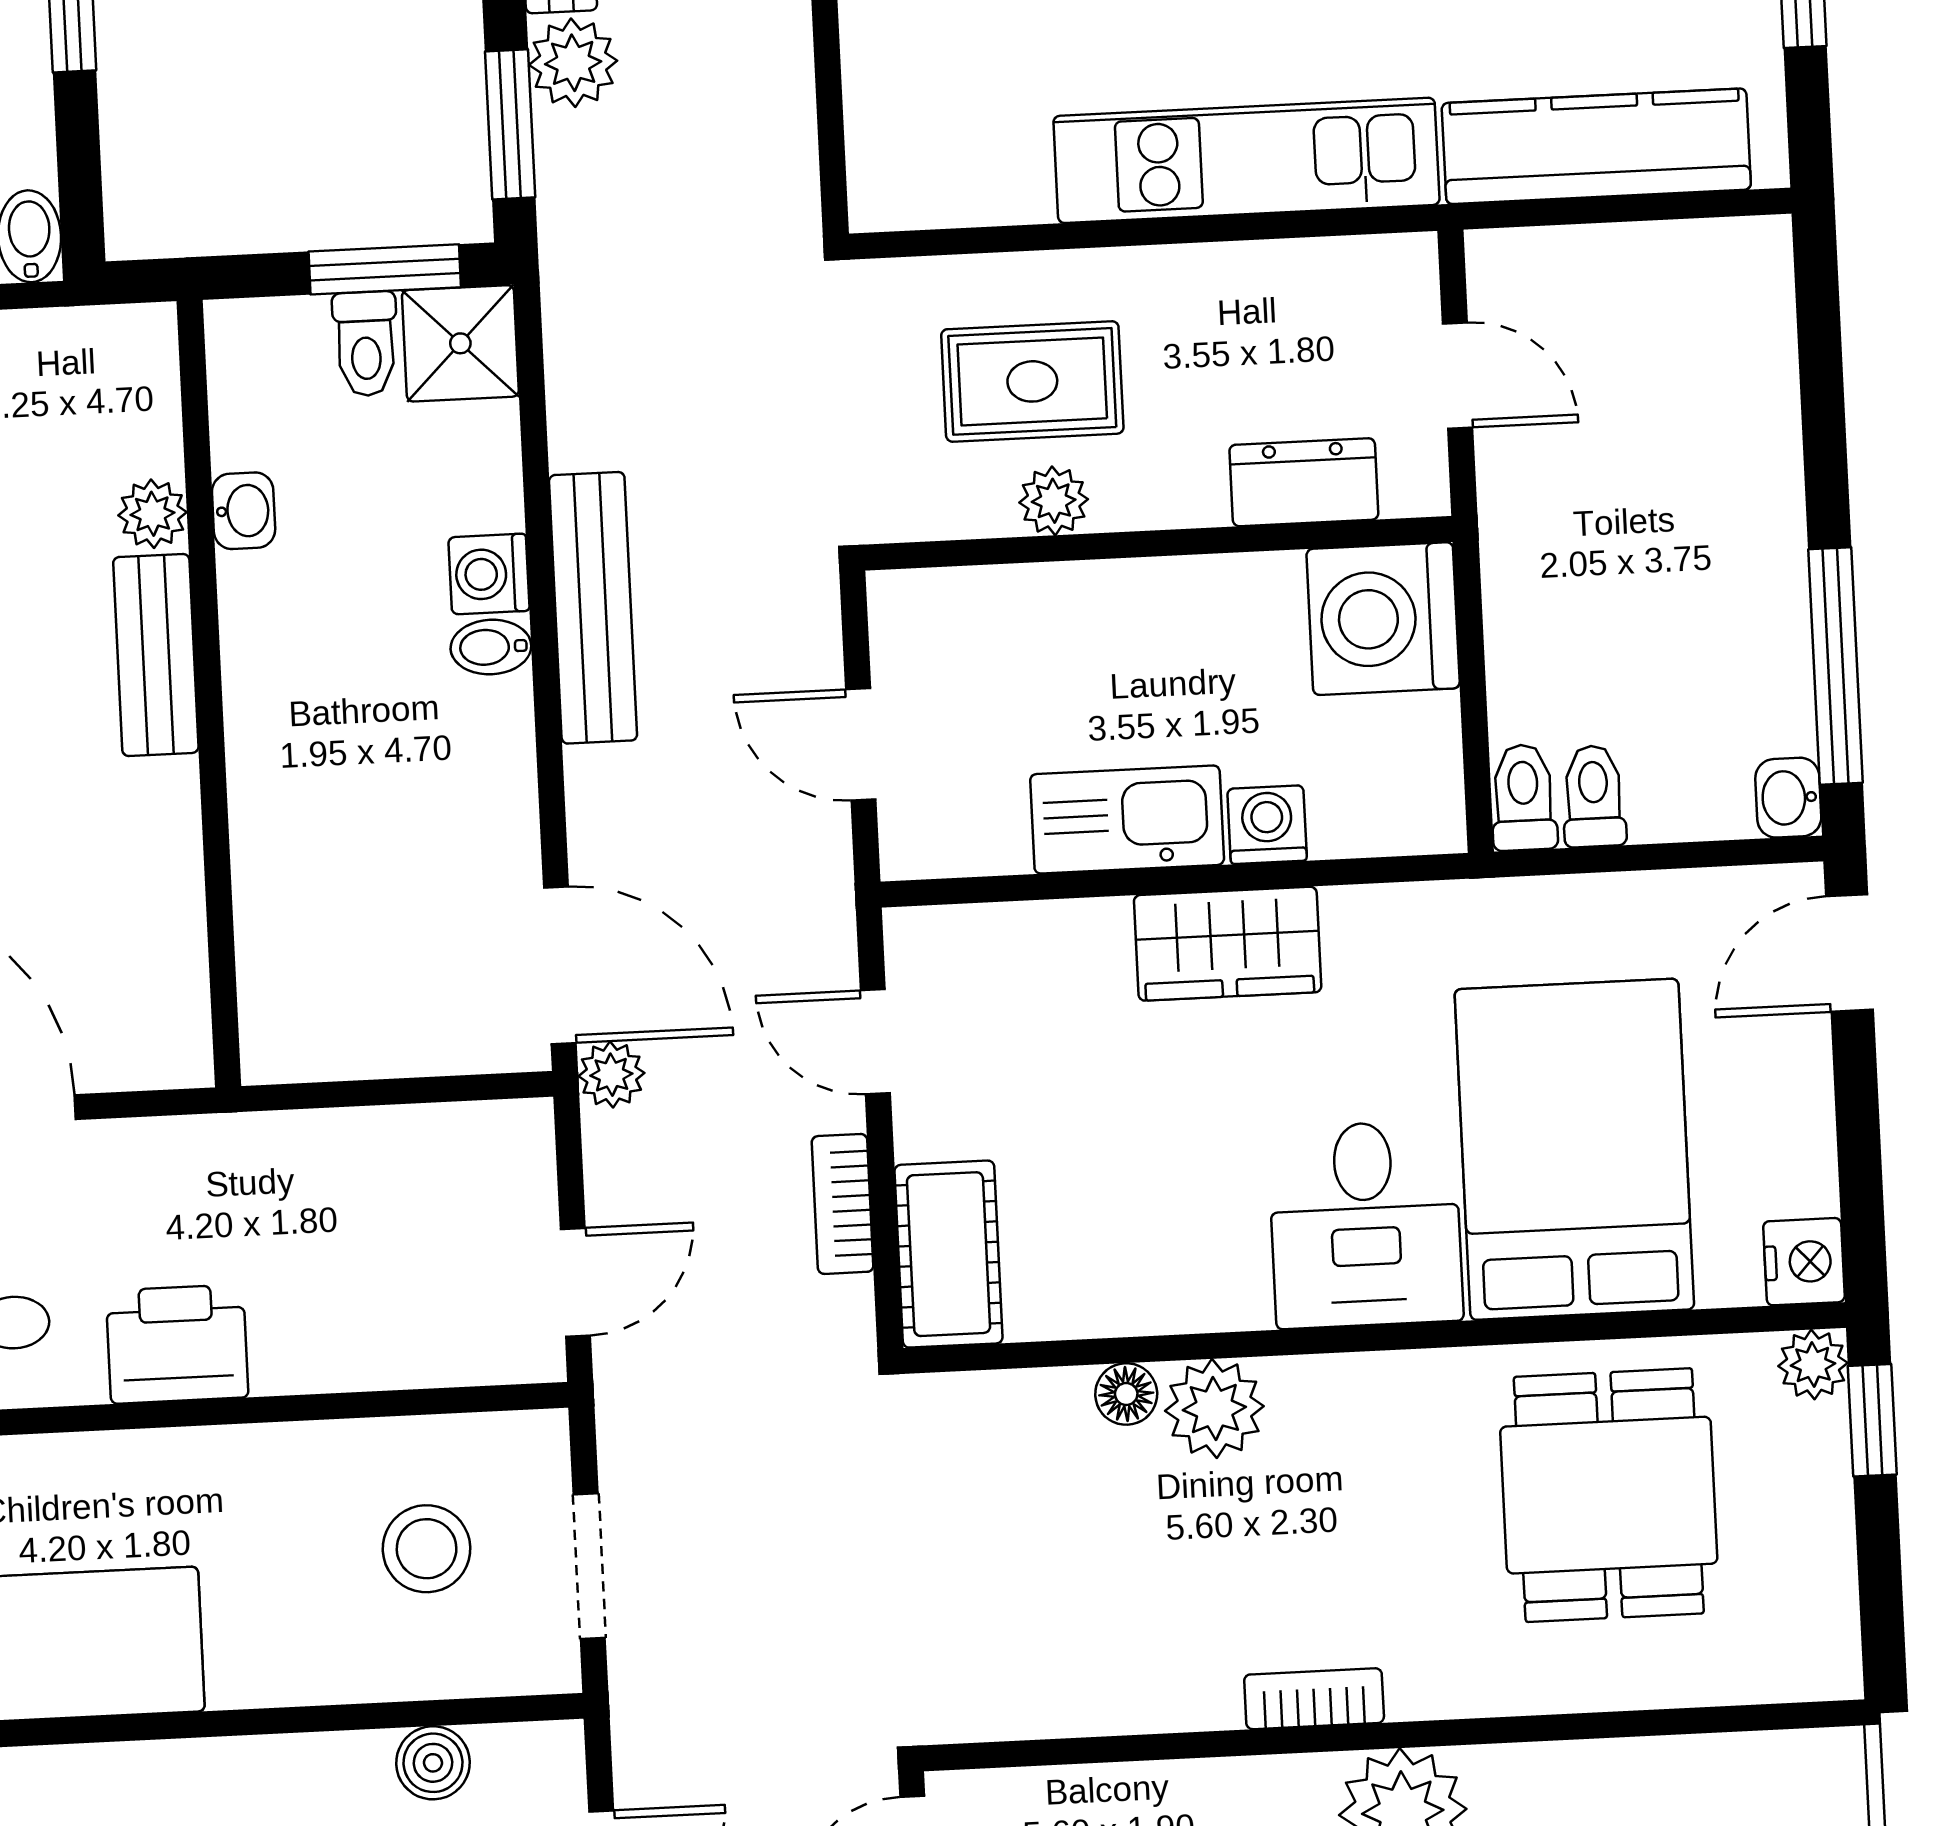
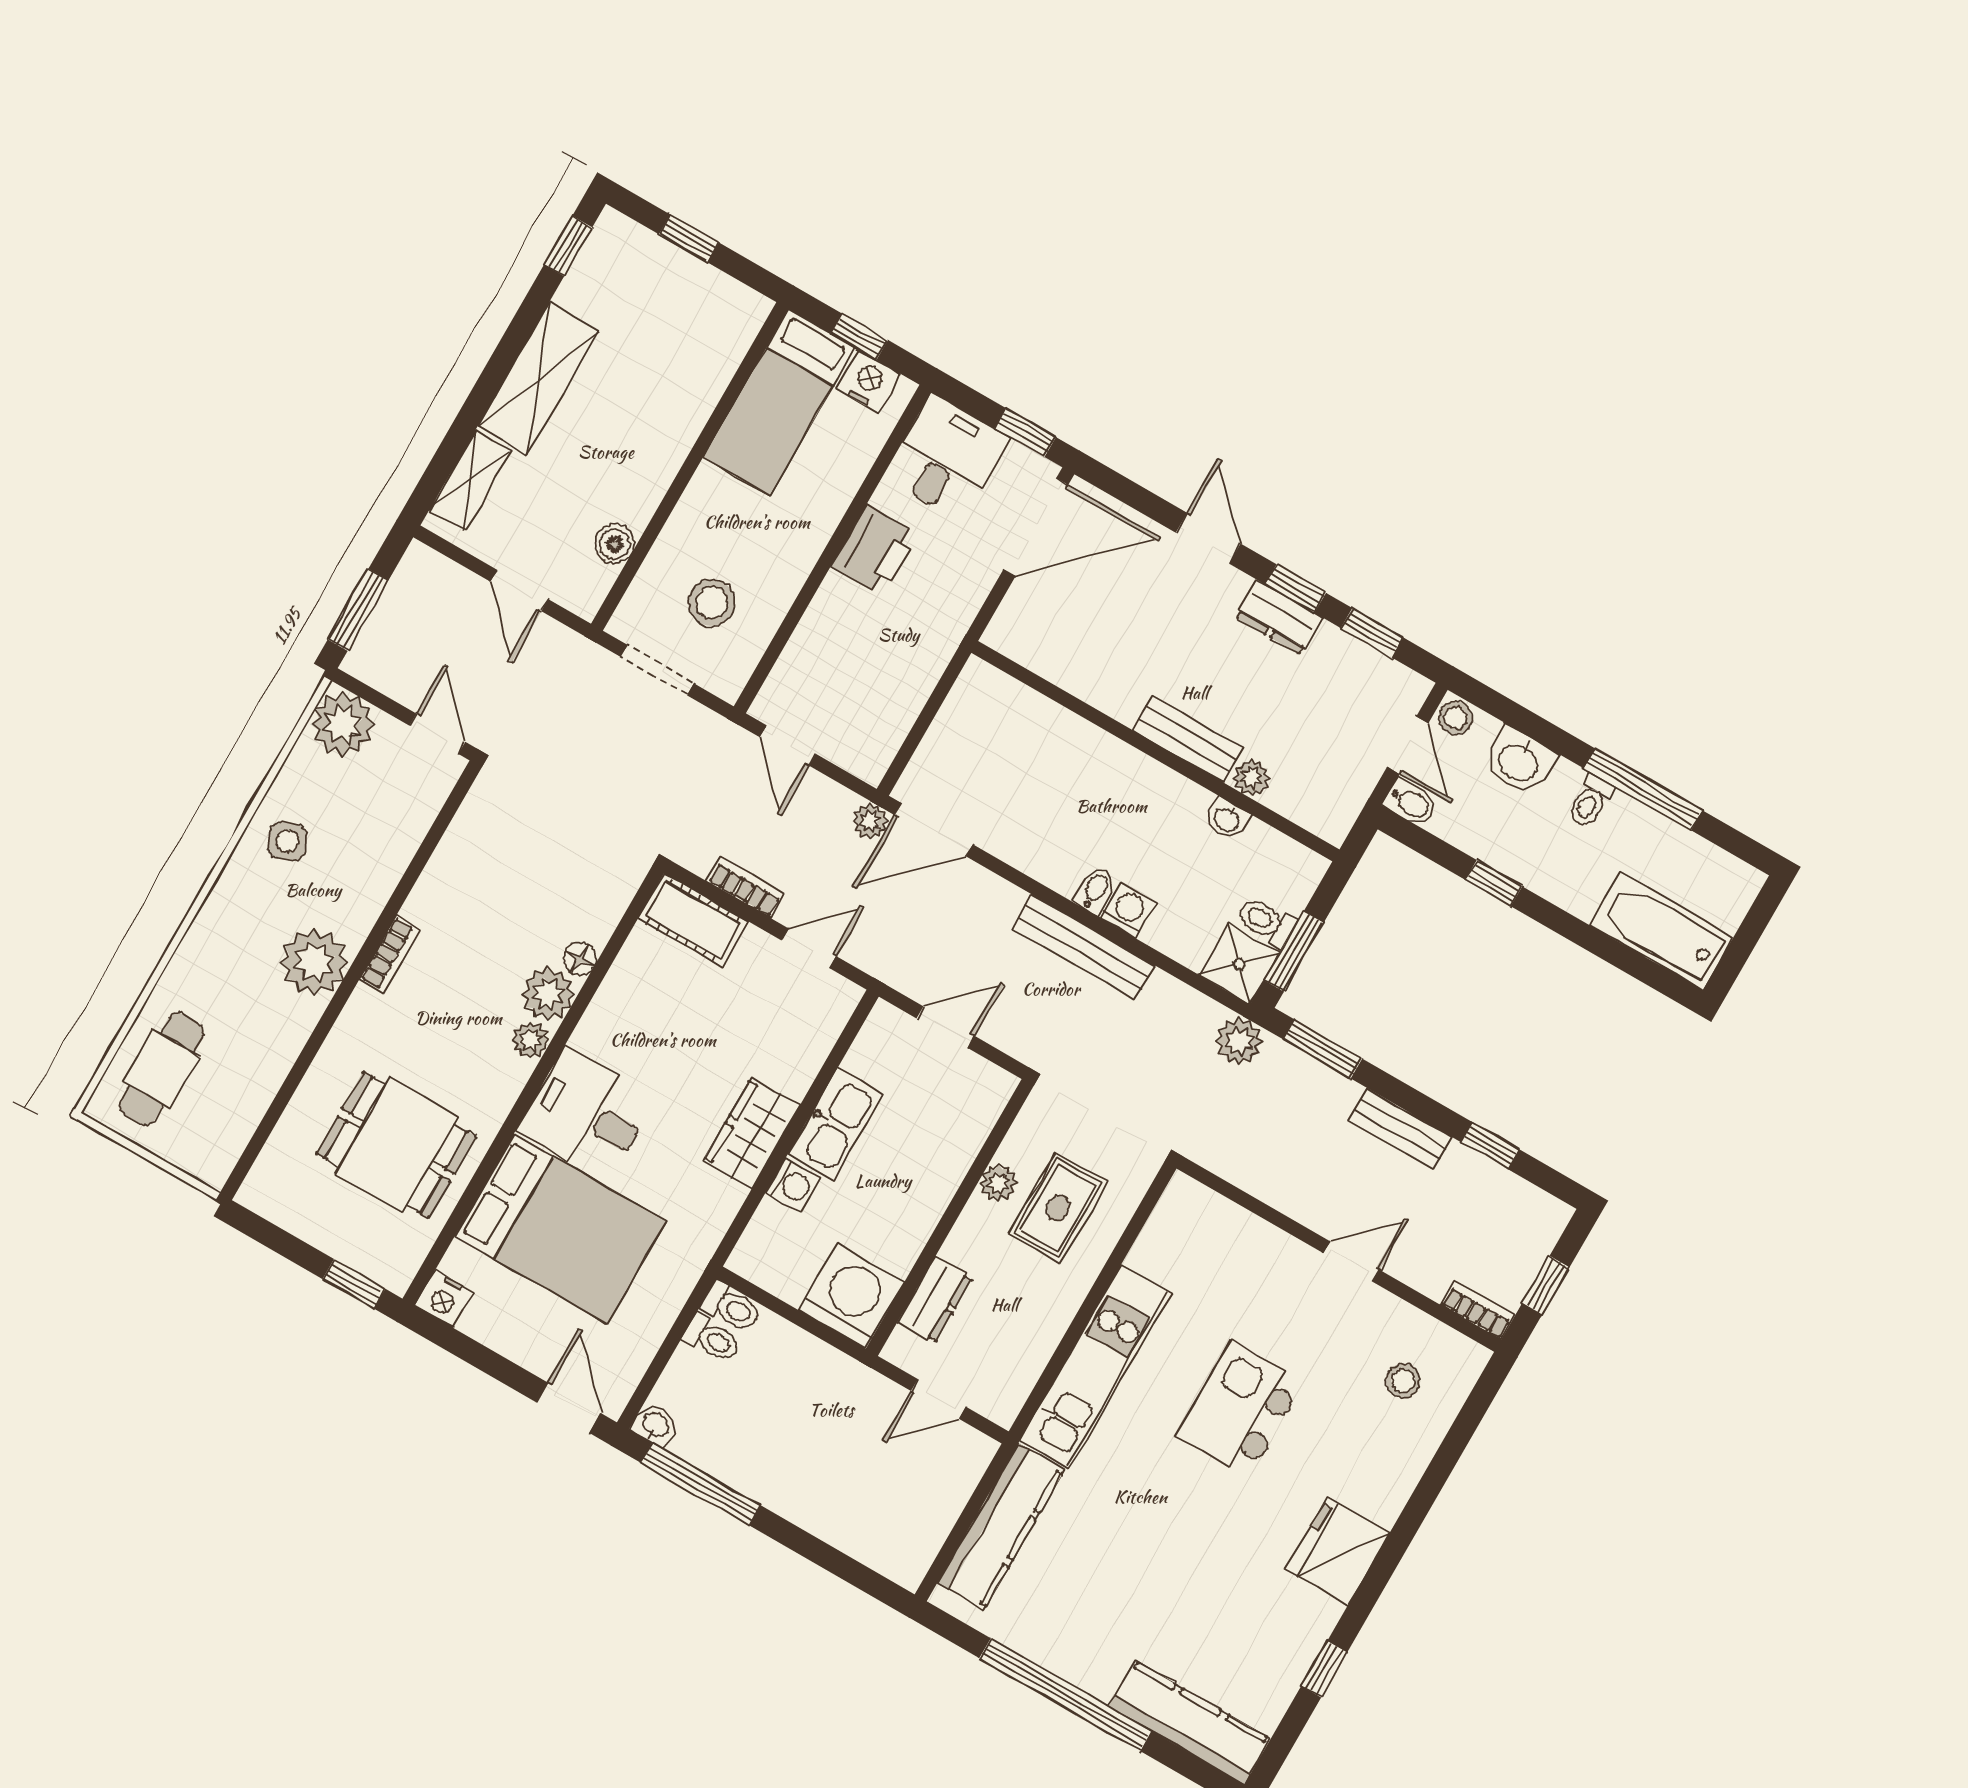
plant: (573, 63) -> (1239, 1041), moved
plant: (1813, 1365) -> (531, 1040), moved

